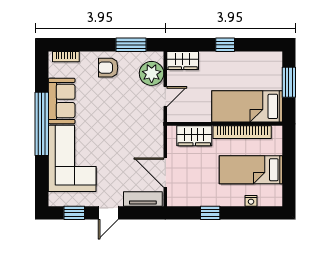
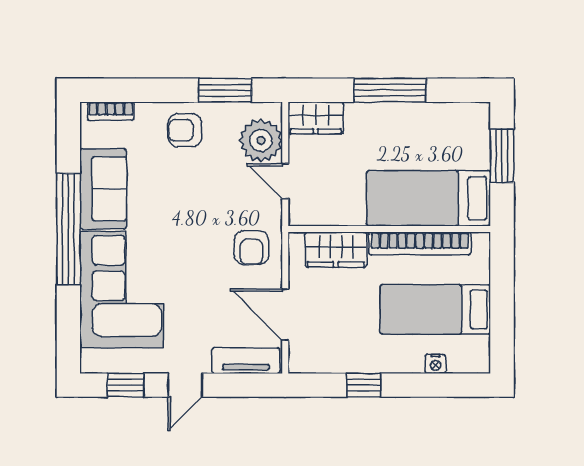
window: (225, 45) -> (390, 90), width x2.17
door: (165, 97) -> (285, 181), swing flipped
armchair: (146, 135) -> (251, 248), added

